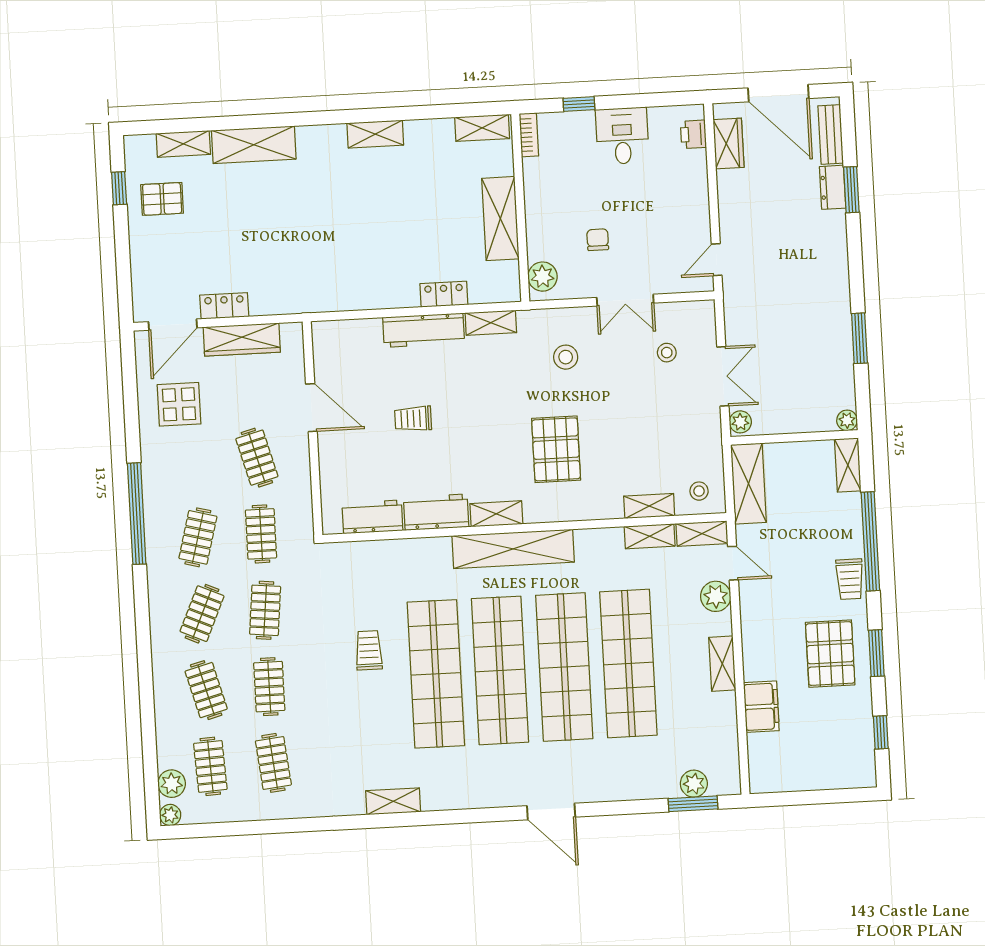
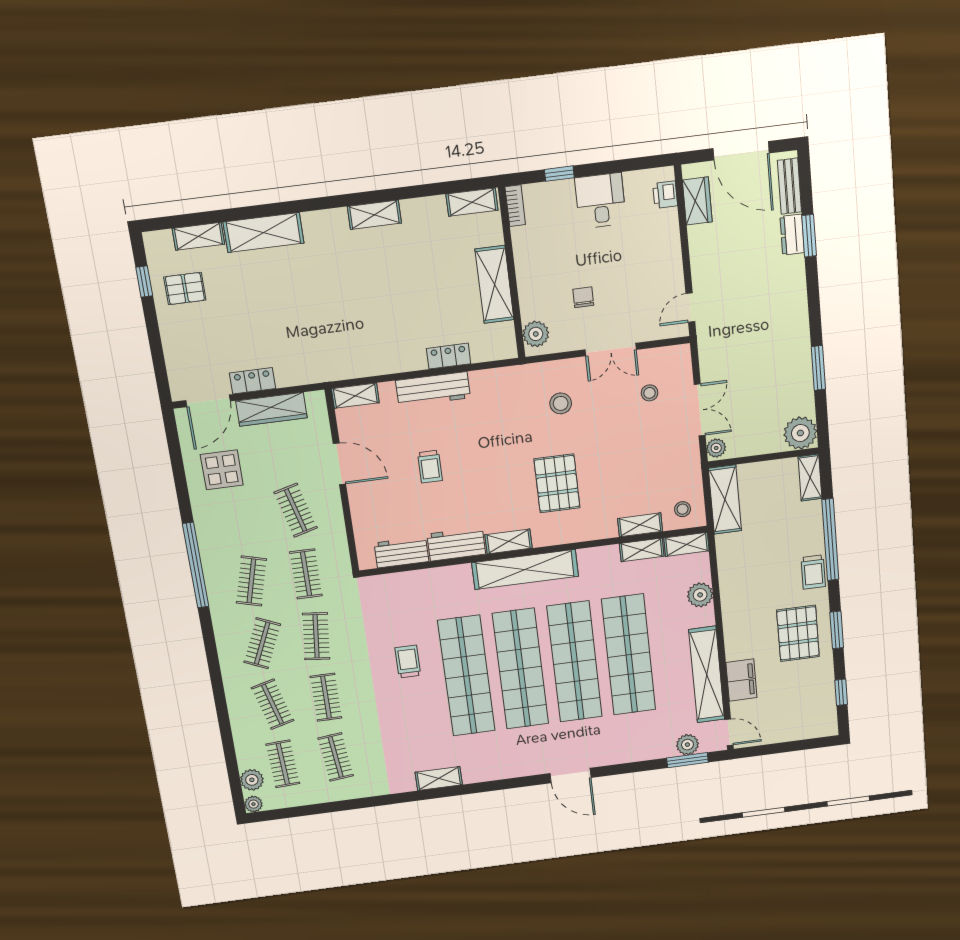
shelving: (491, 323) -> (355, 396), moved
trolley: (413, 419) -> (430, 467), turned -90
plant: (847, 420) -> (800, 433), width x1.88, depth x1.88
door: (733, 563) -> (729, 732), moved
shelving: (722, 664) -> (707, 675), width x2.20, depth x1.33

